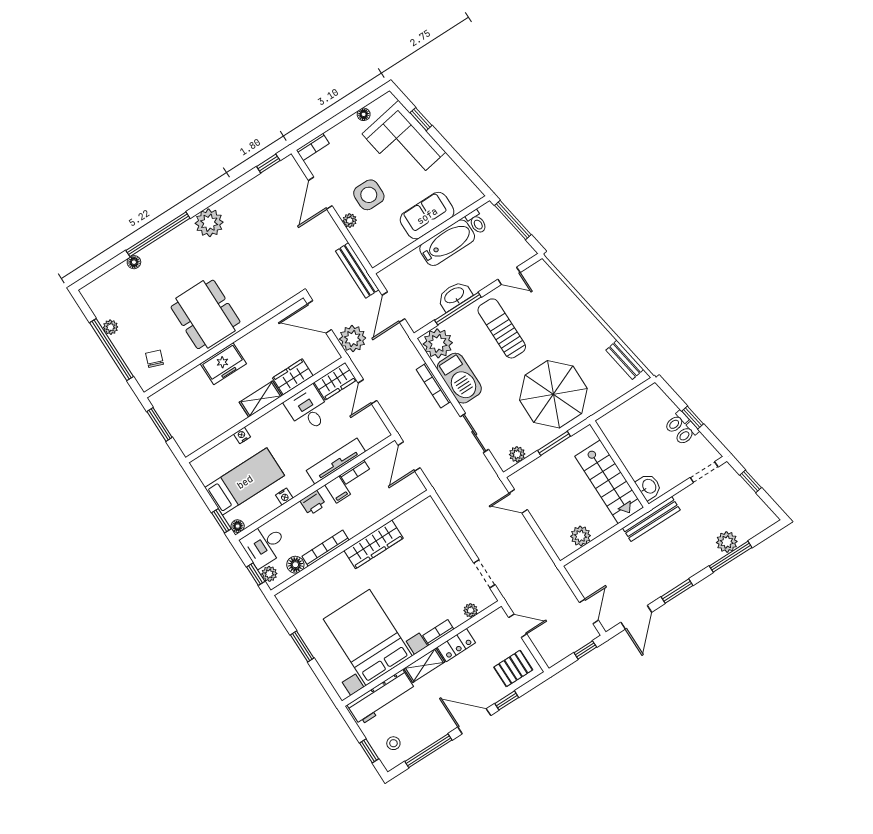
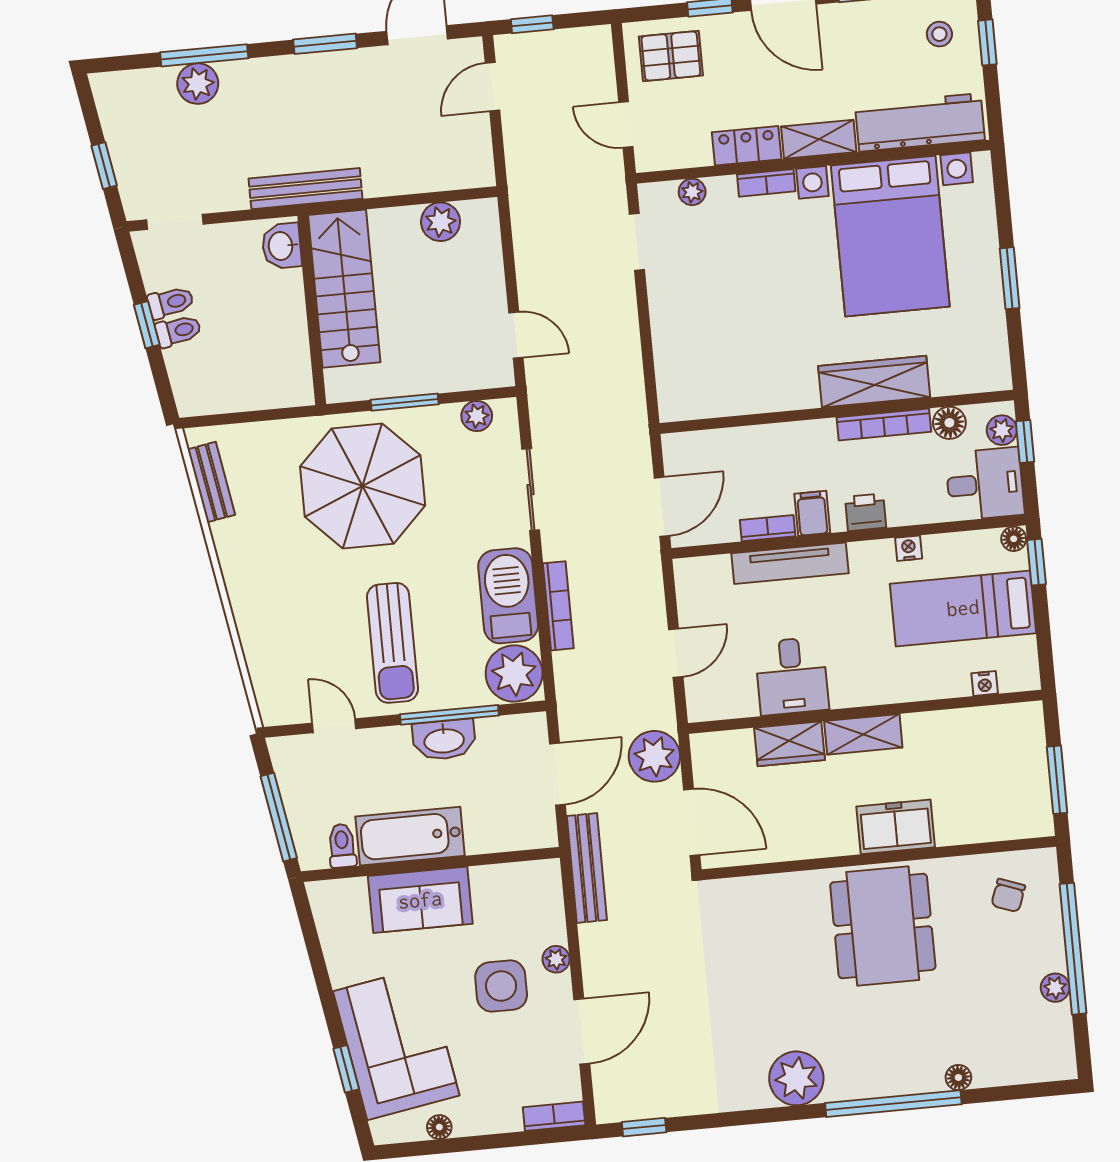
wardrobe: (335, 381) -> (721, 699), removed
nightstand: (242, 435) -> (985, 683), moved
wardrobe: (374, 544) -> (874, 382), moved

